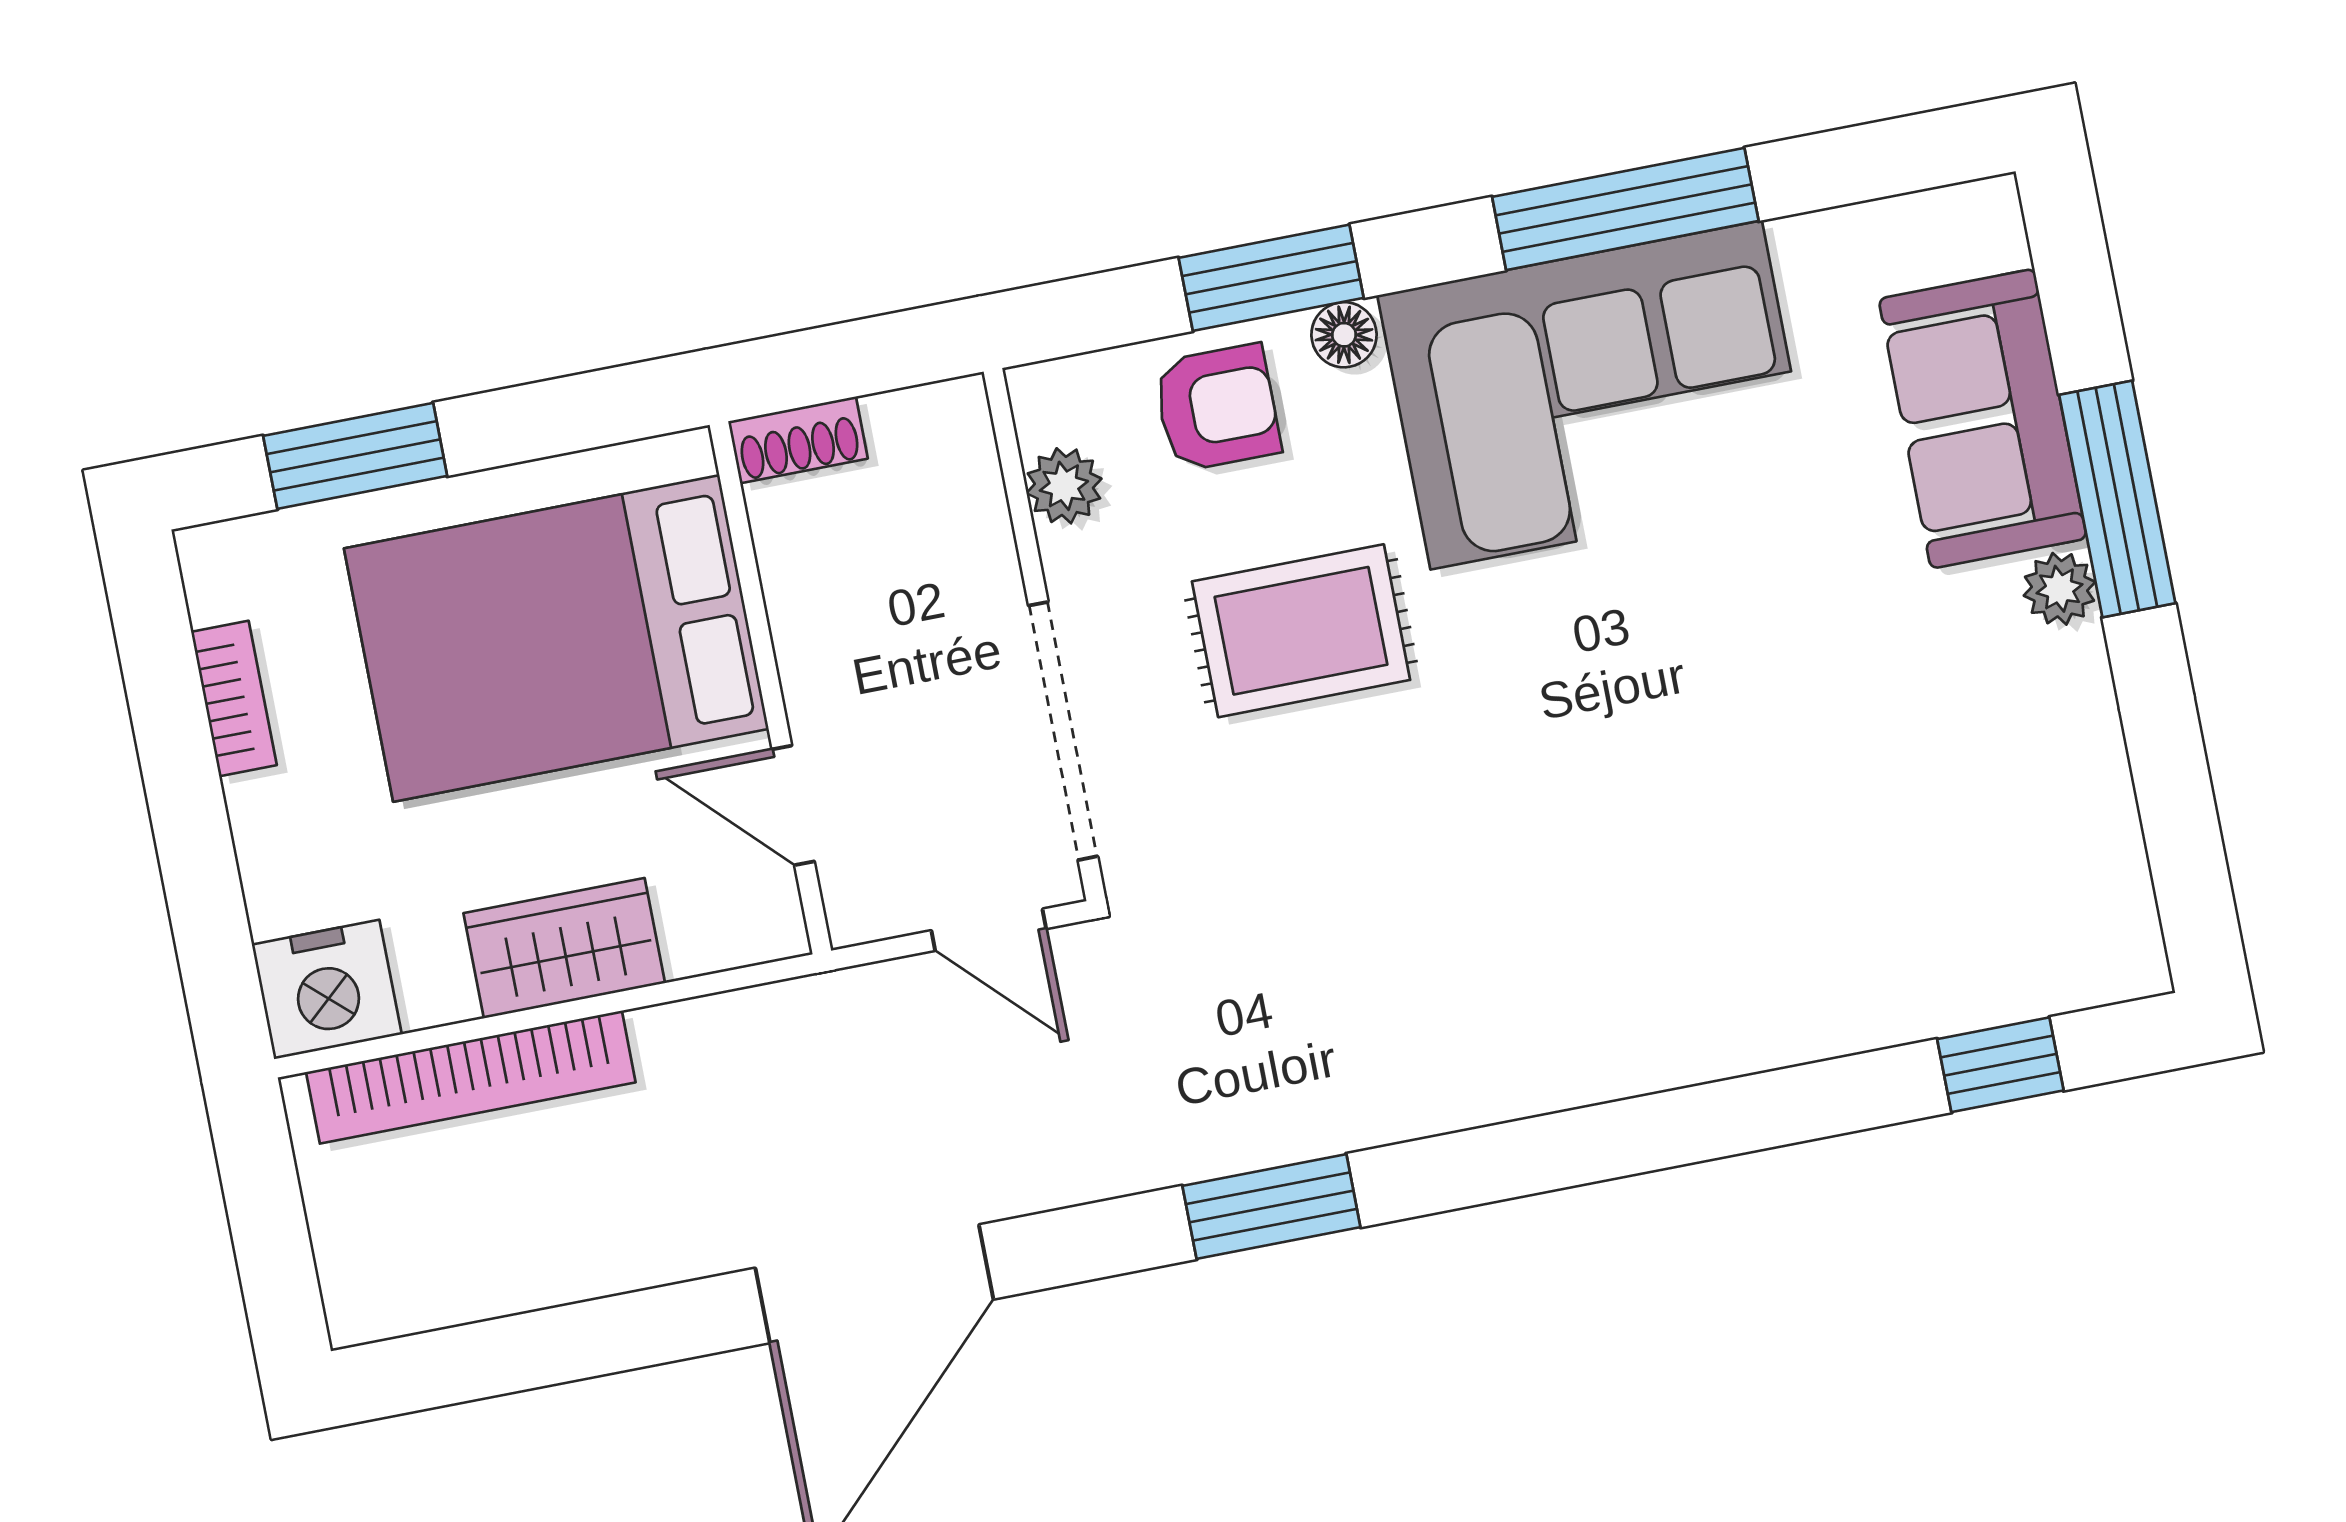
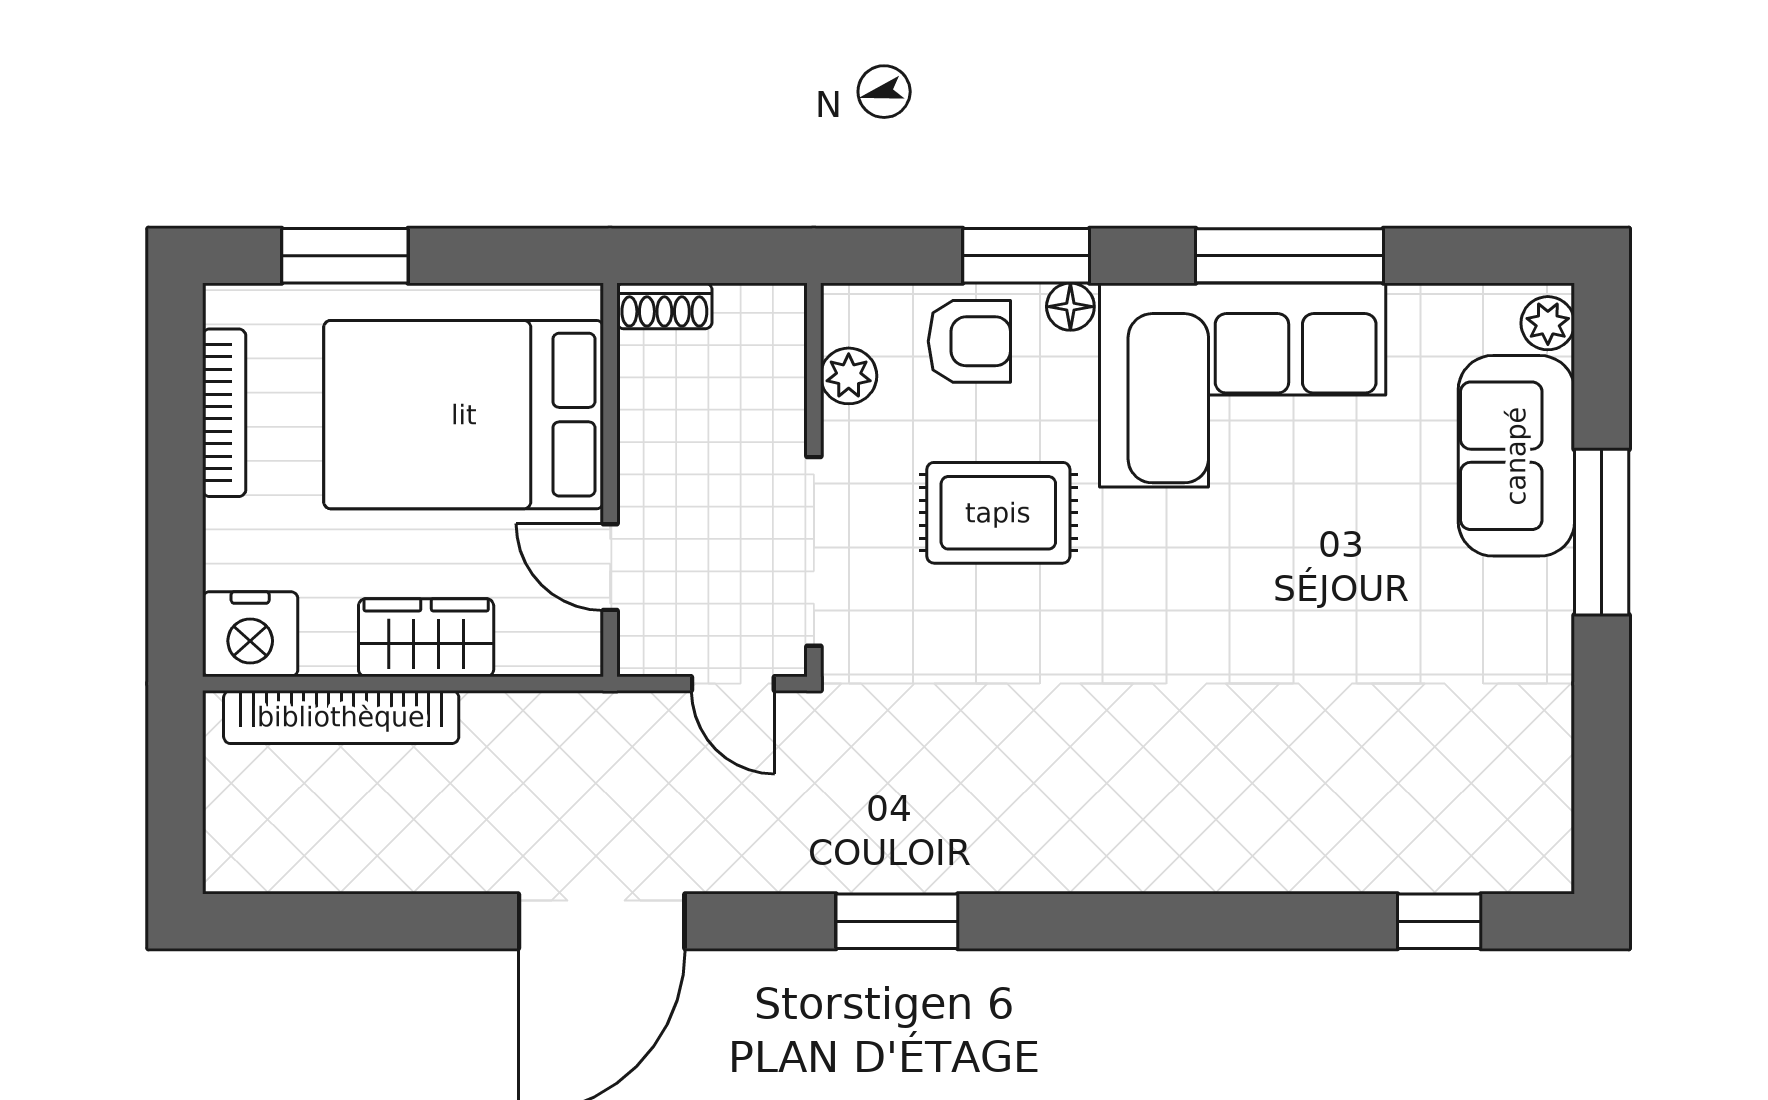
plant: (2060, 589) -> (1548, 323), moved
bookcase: (234, 699) -> (224, 413), width x1.56

